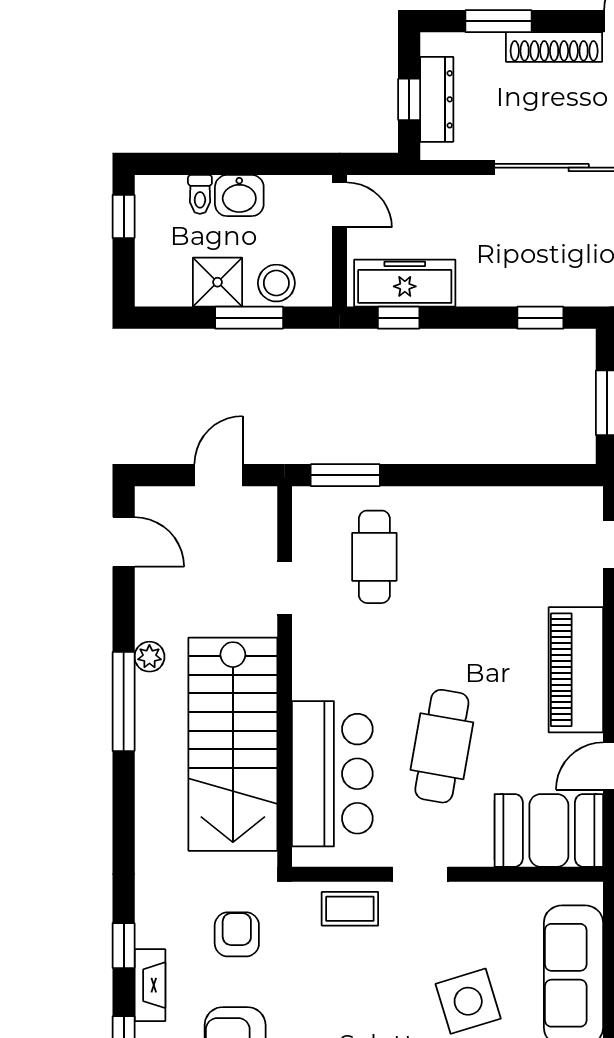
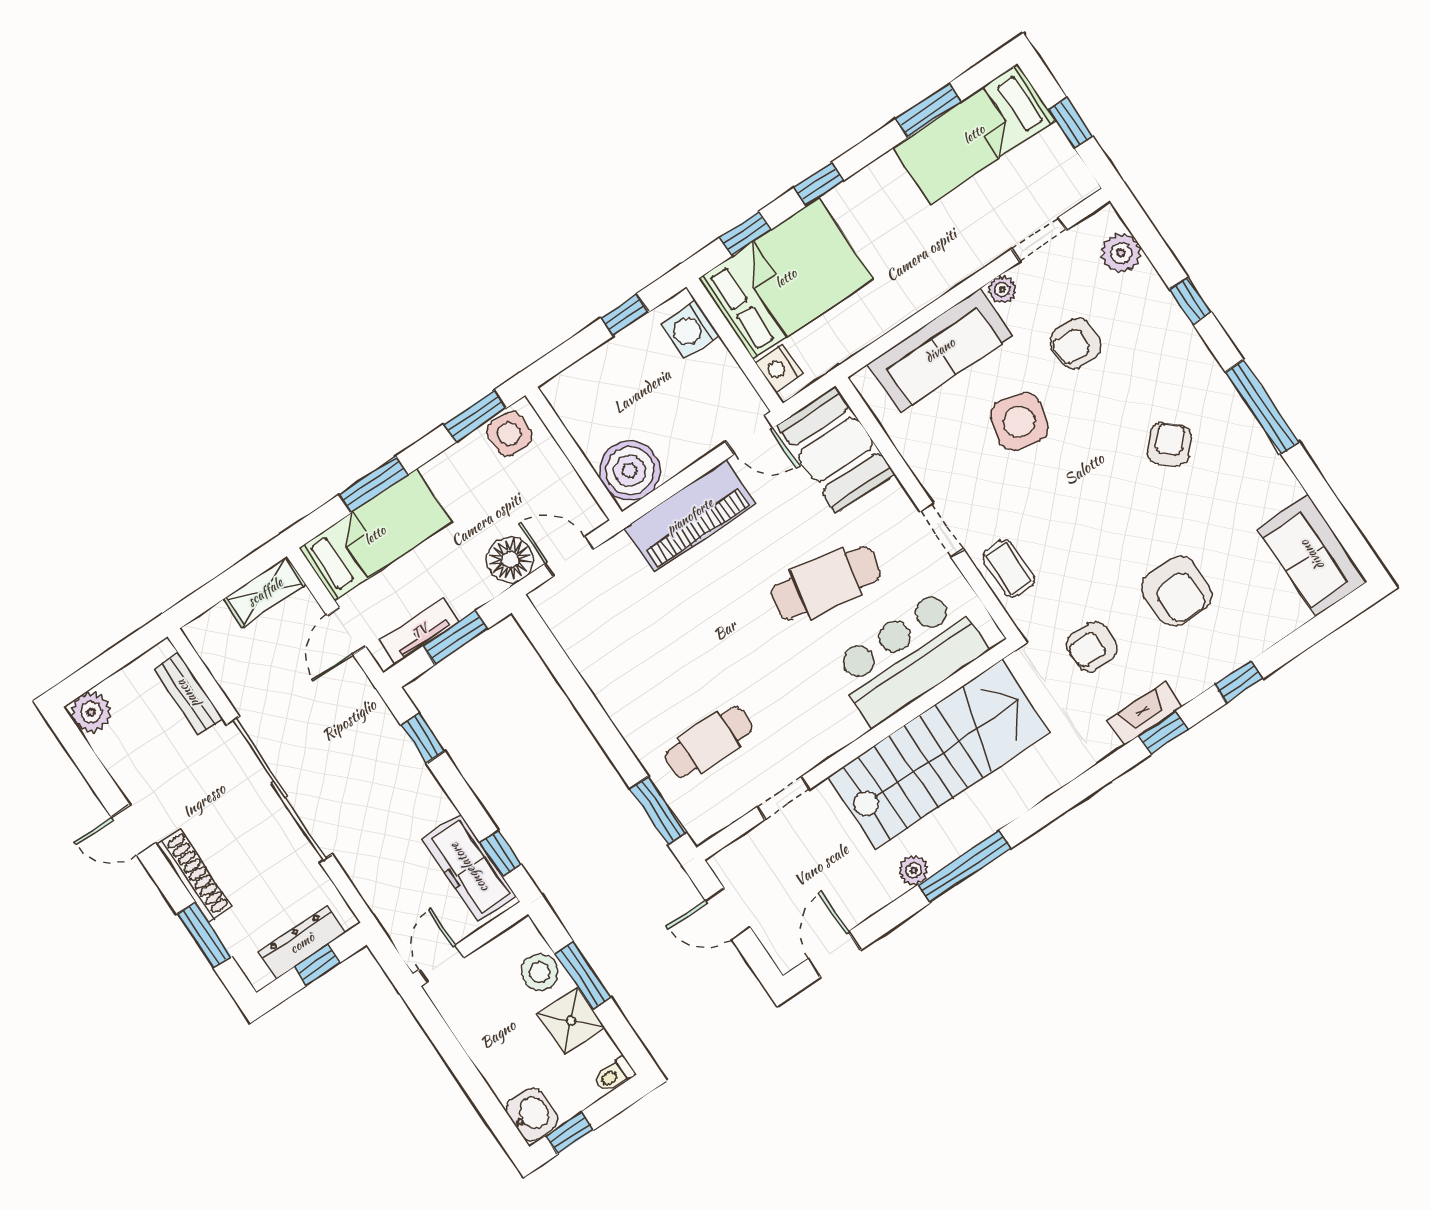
toilet: (200, 194) -> (614, 1075), moved, turned 180
washbasin: (239, 196) -> (532, 1114), moved
fireplace: (150, 985) -> (1145, 714), moved
side table: (468, 1001) -> (1019, 422), turned 32

